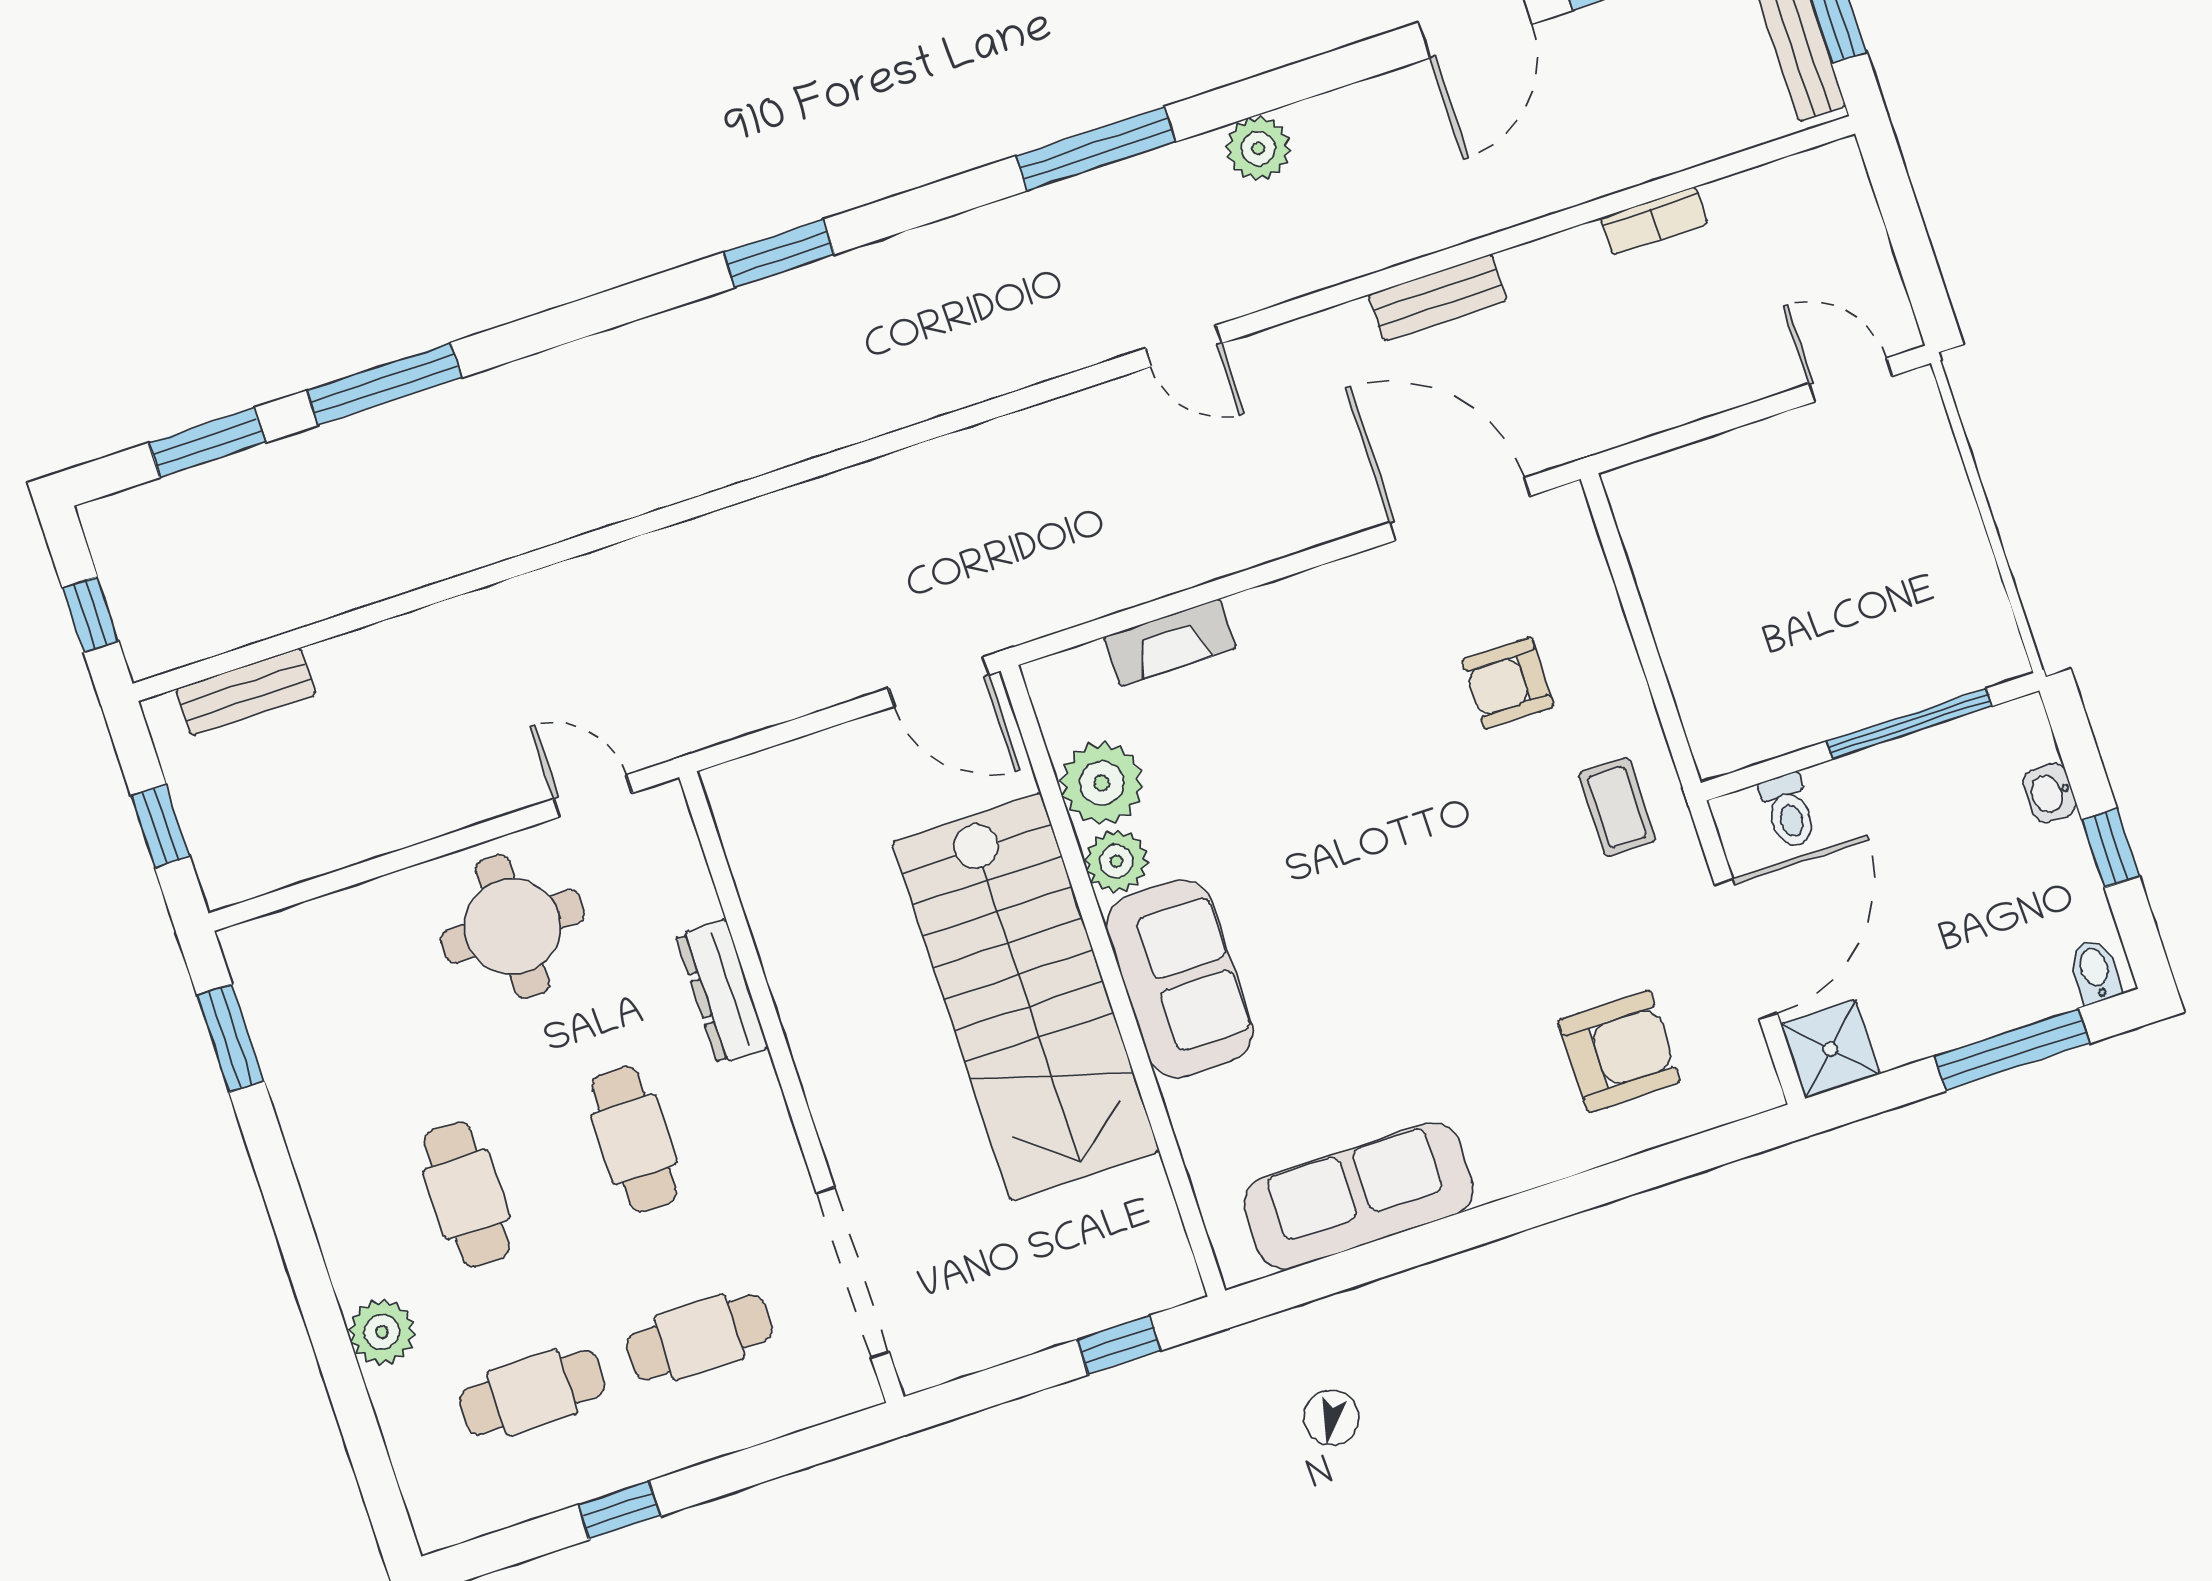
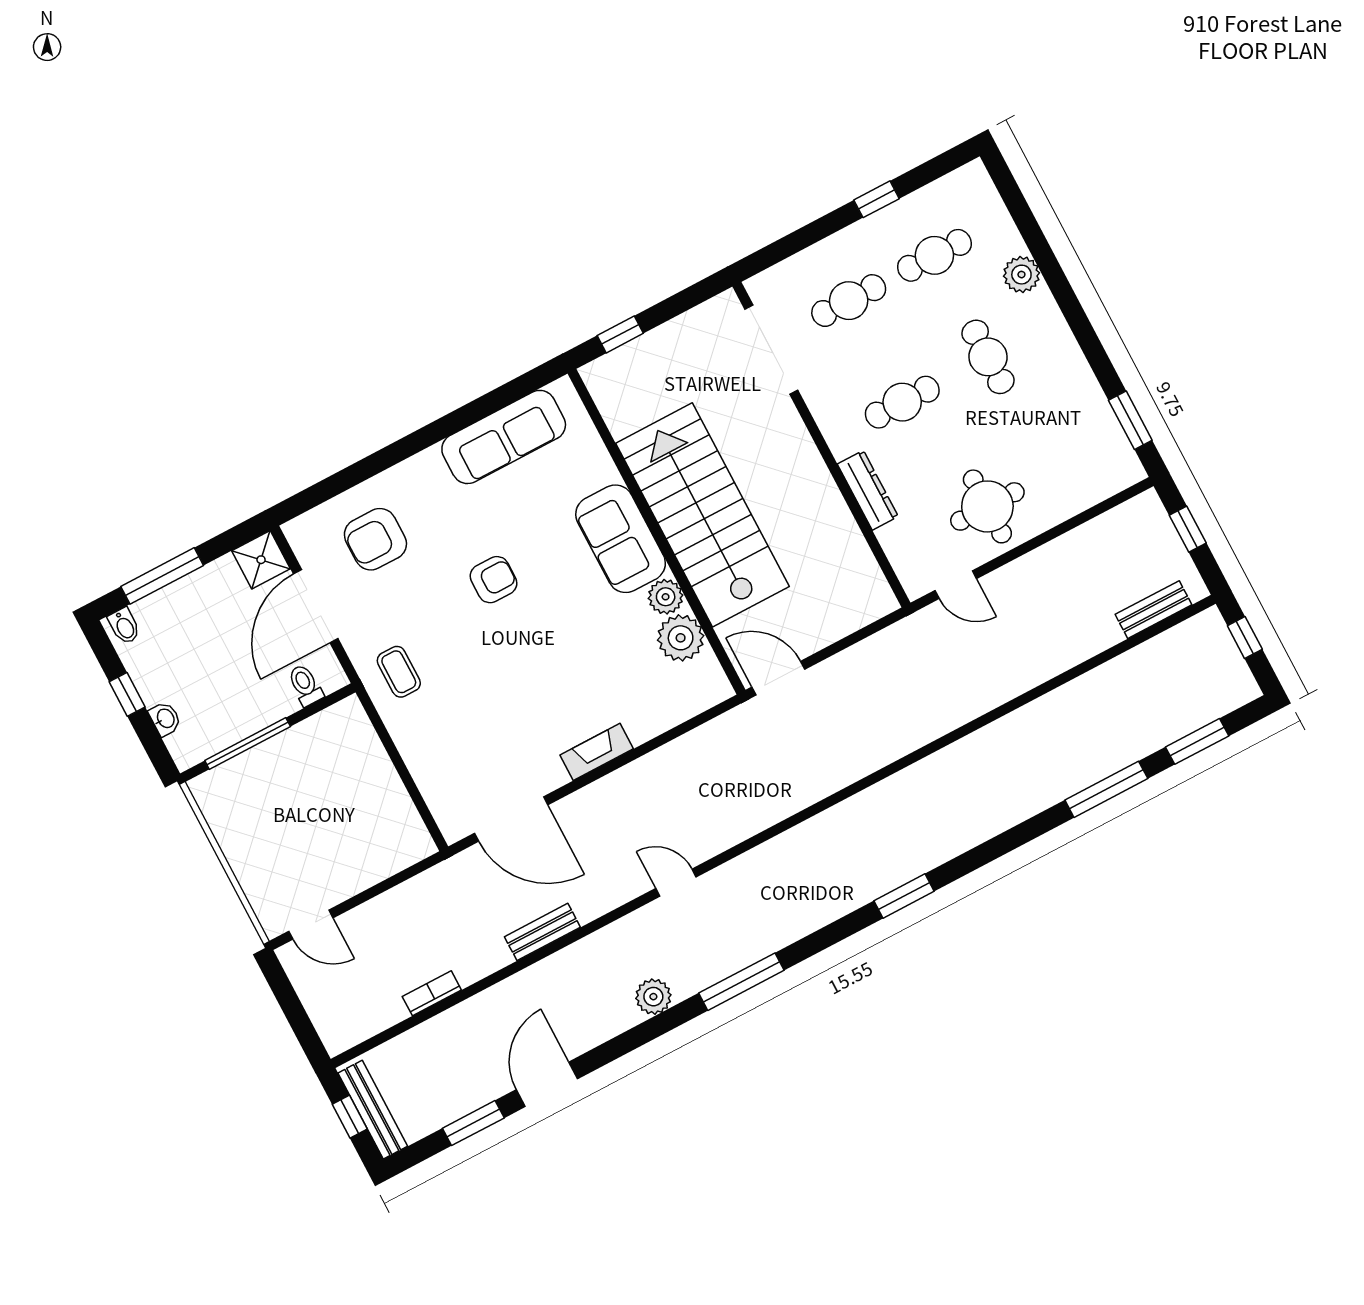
fireplace: (1170, 642) -> (597, 752), moved
armchair: (1508, 683) -> (494, 580), moved
cafe table: (634, 1139) -> (902, 402), turned 90

